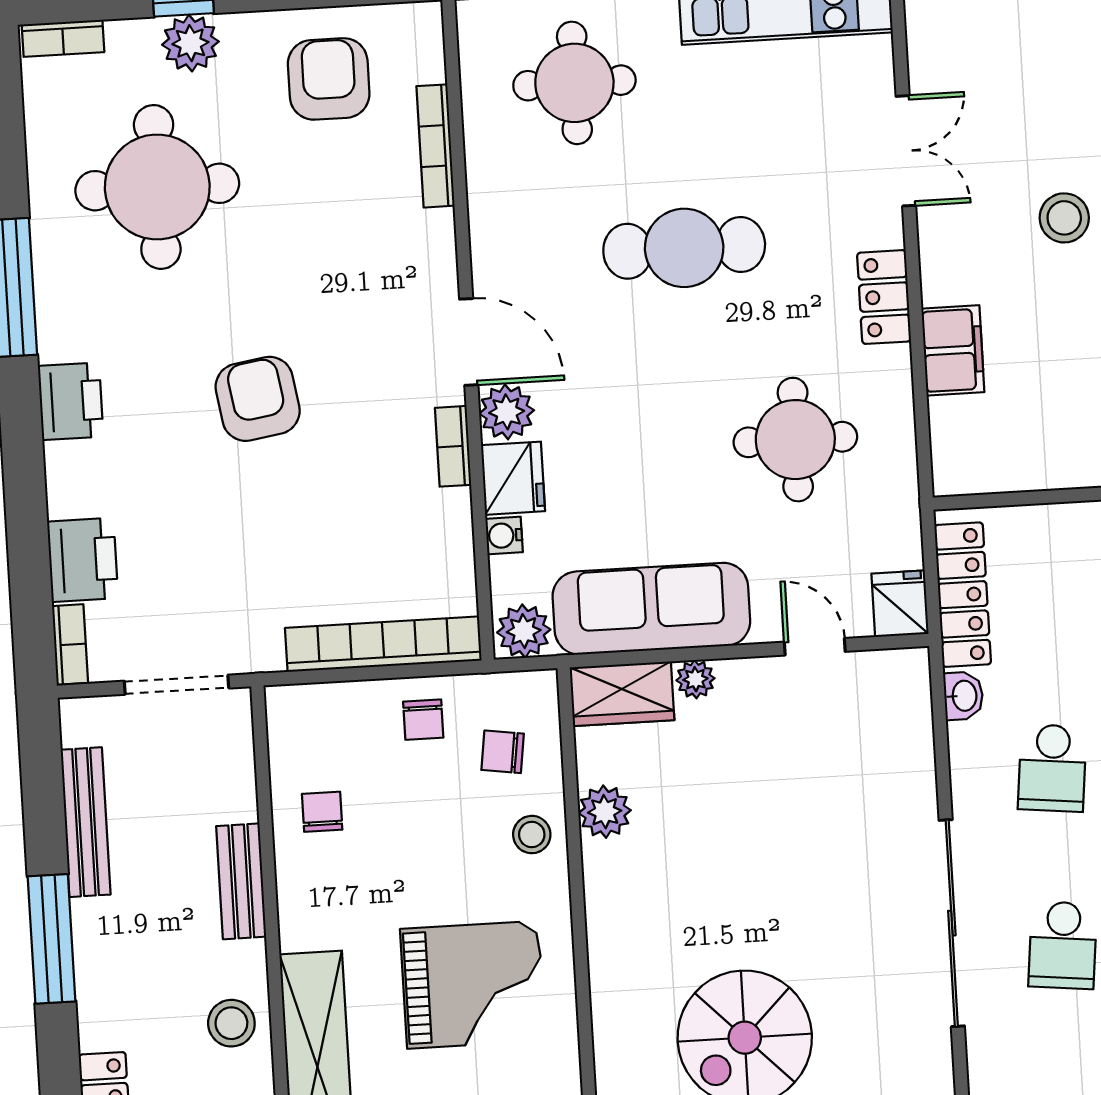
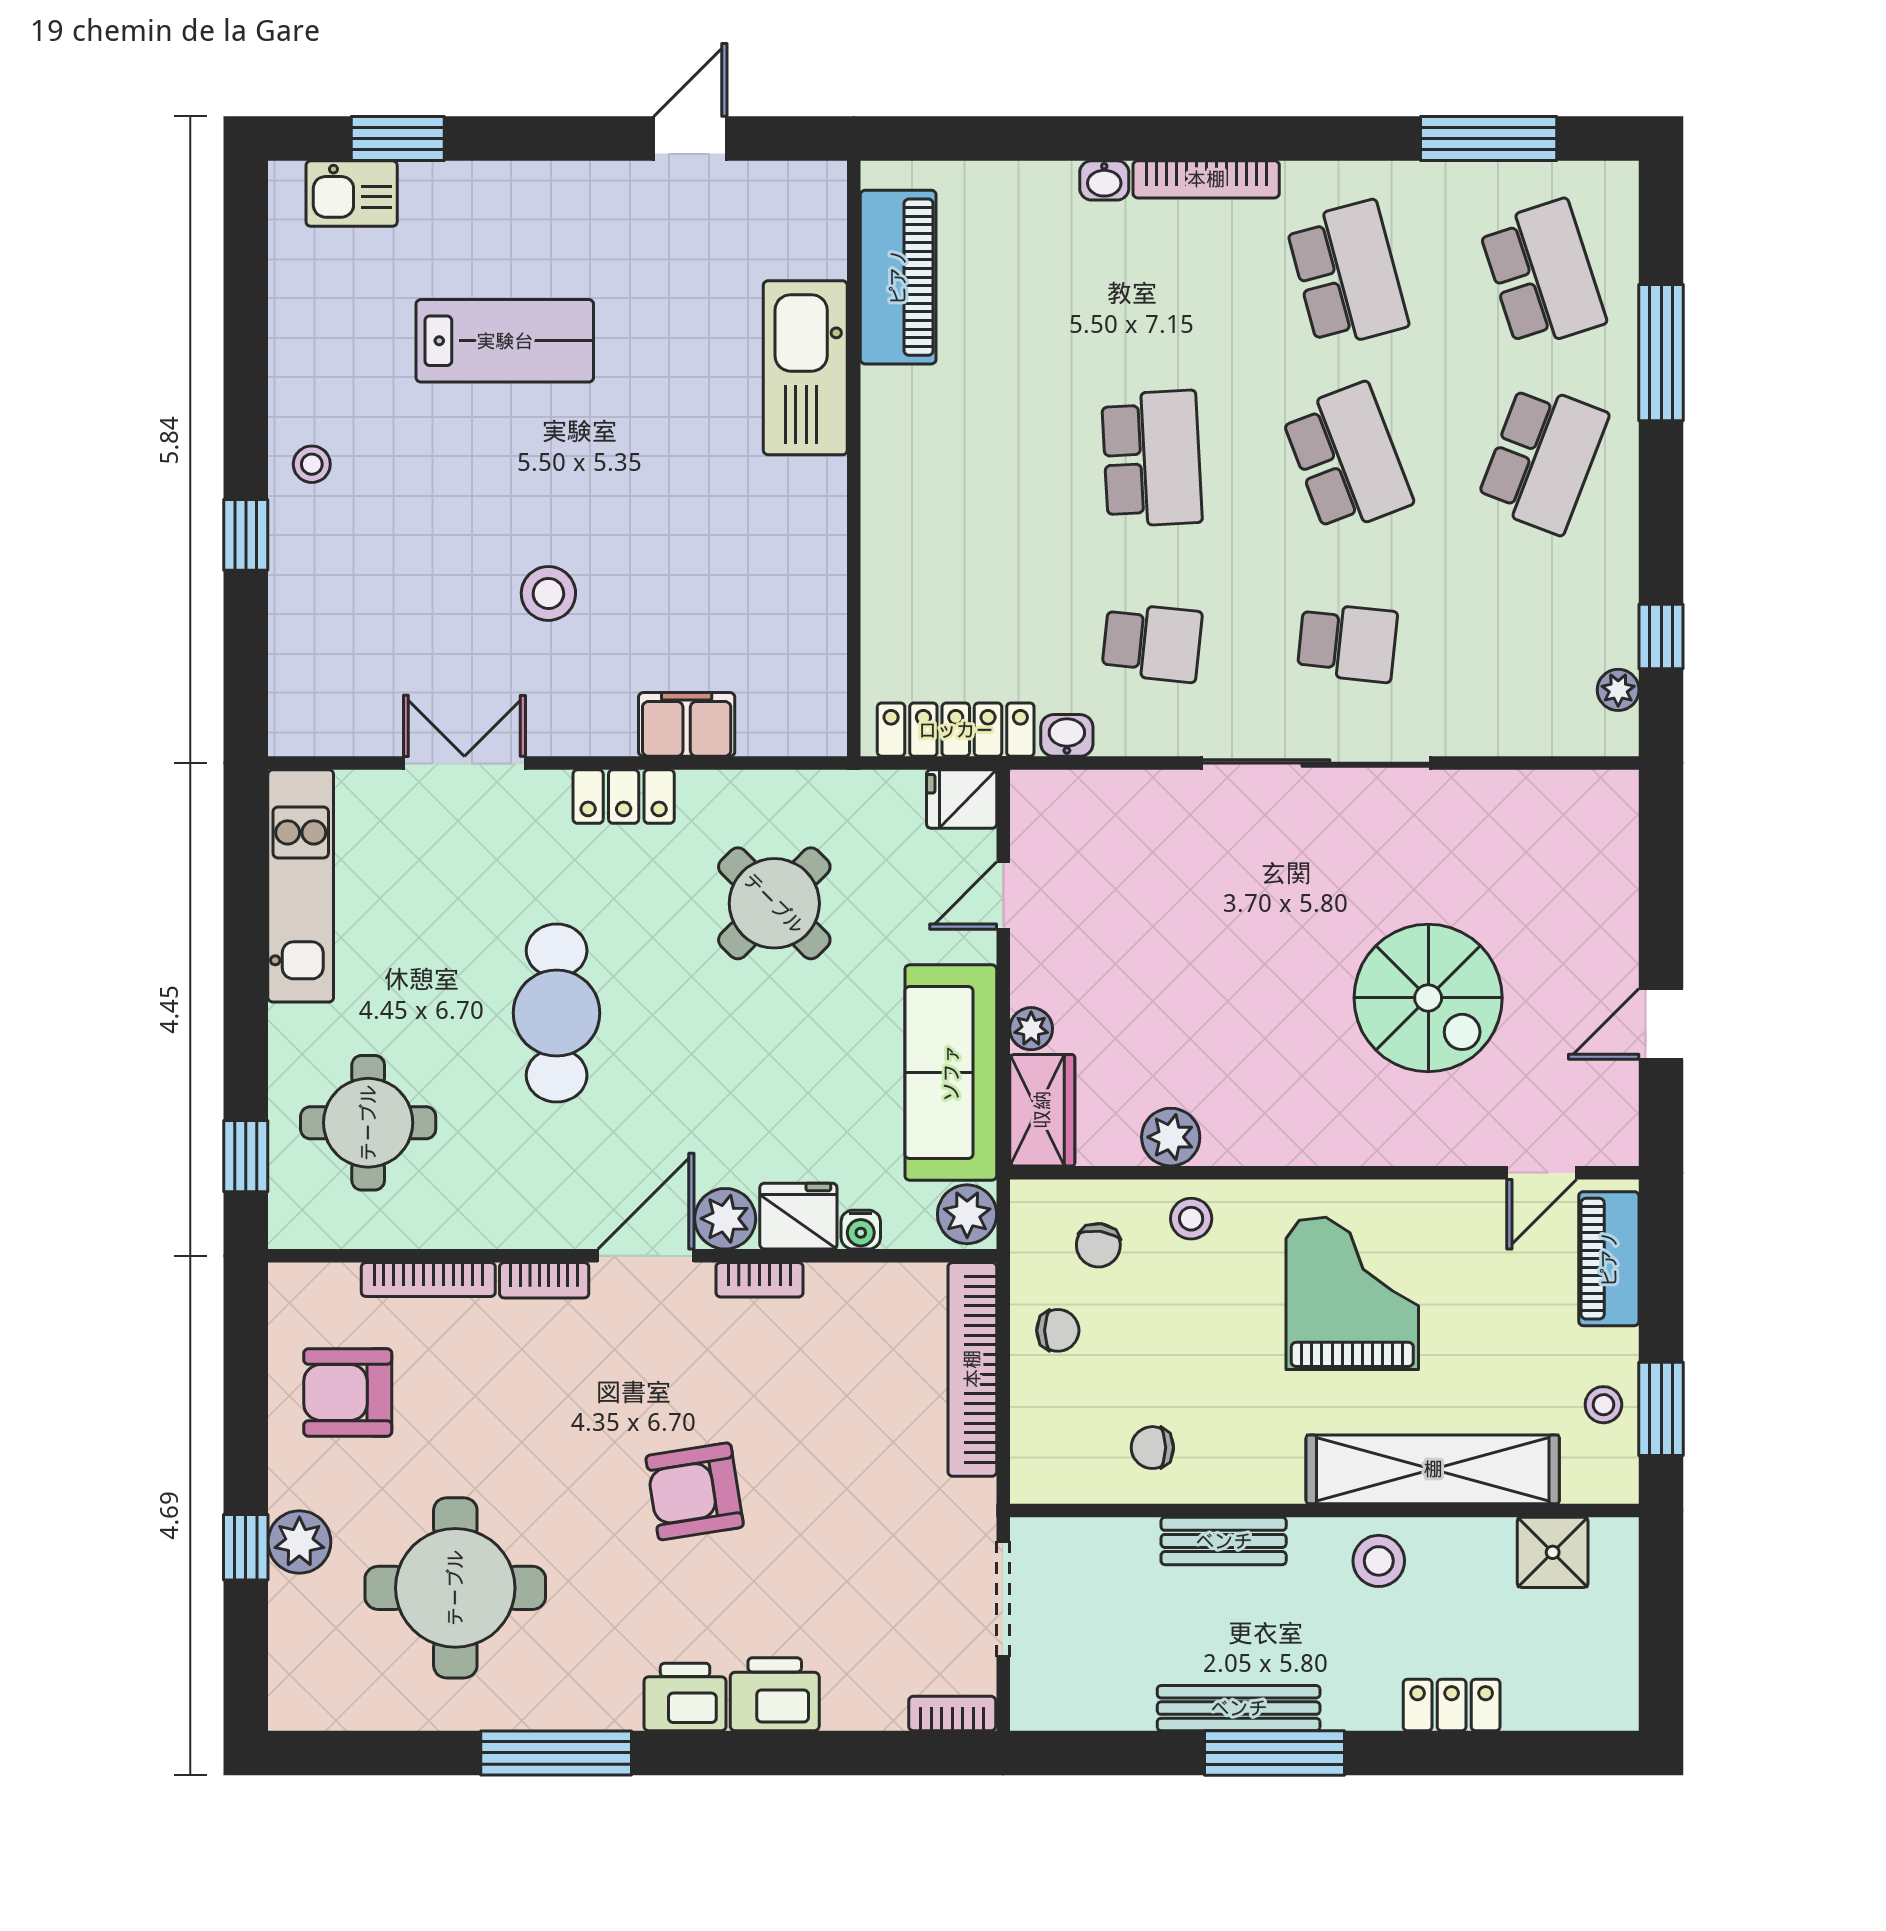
bookcase: (63, 38) -> (544, 1280), moved, turned 90
round table: (795, 440) -> (774, 903), turned 45
printer: (83, 560) -> (775, 1694), moved
bench: (86, 822) -> (1239, 1708), moved

